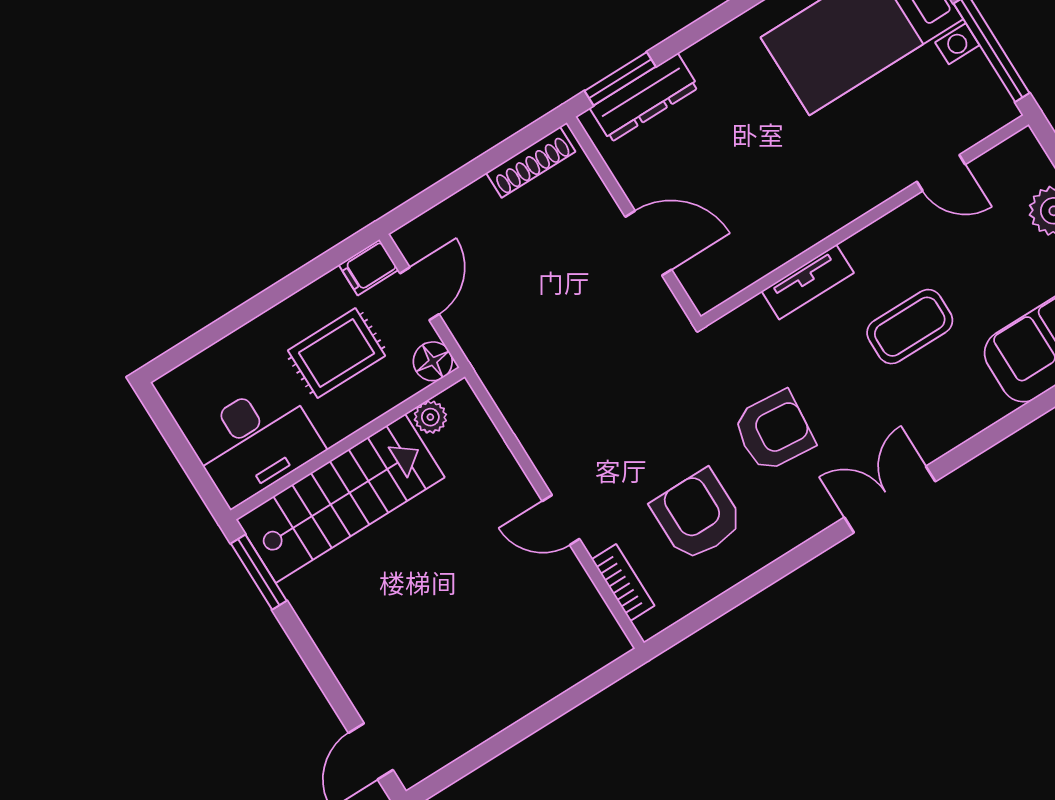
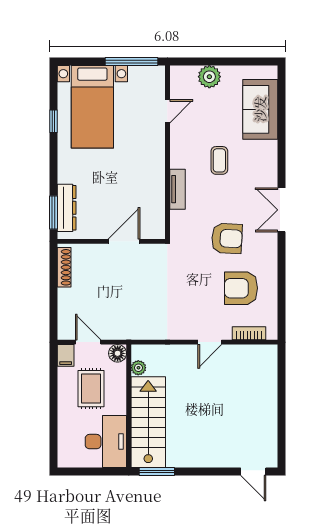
coffee table: (910, 327) -> (219, 160), width x0.73, depth x0.77
armchair: (774, 431) -> (227, 238), turned 88

